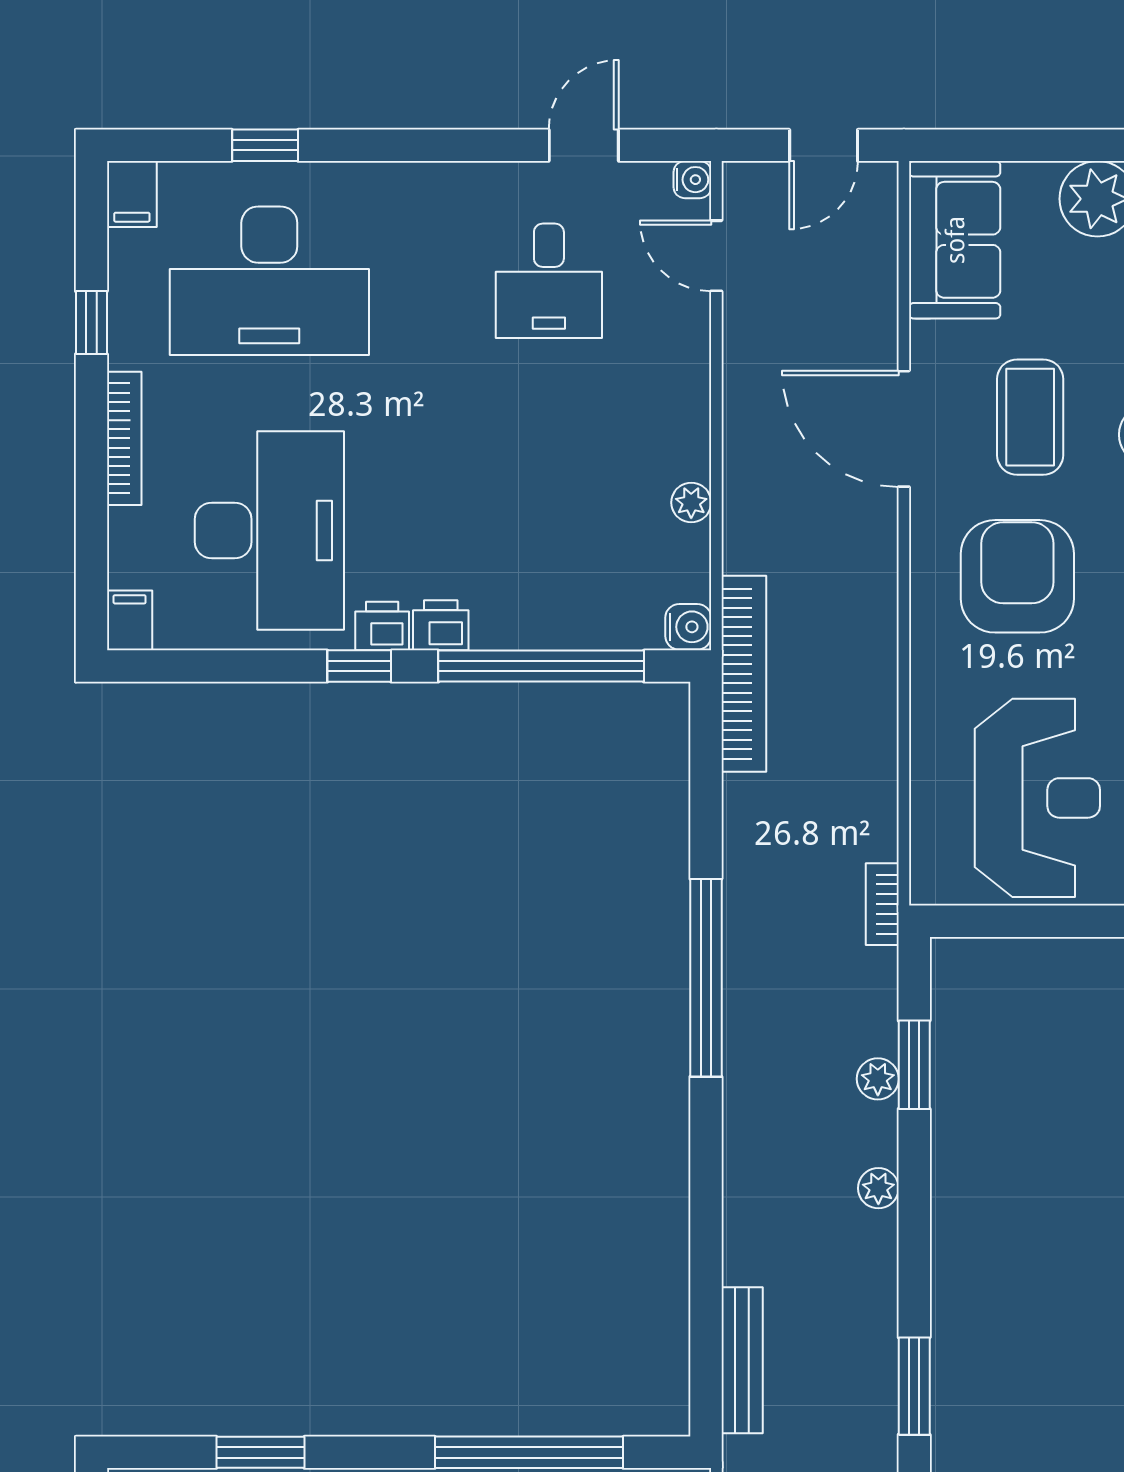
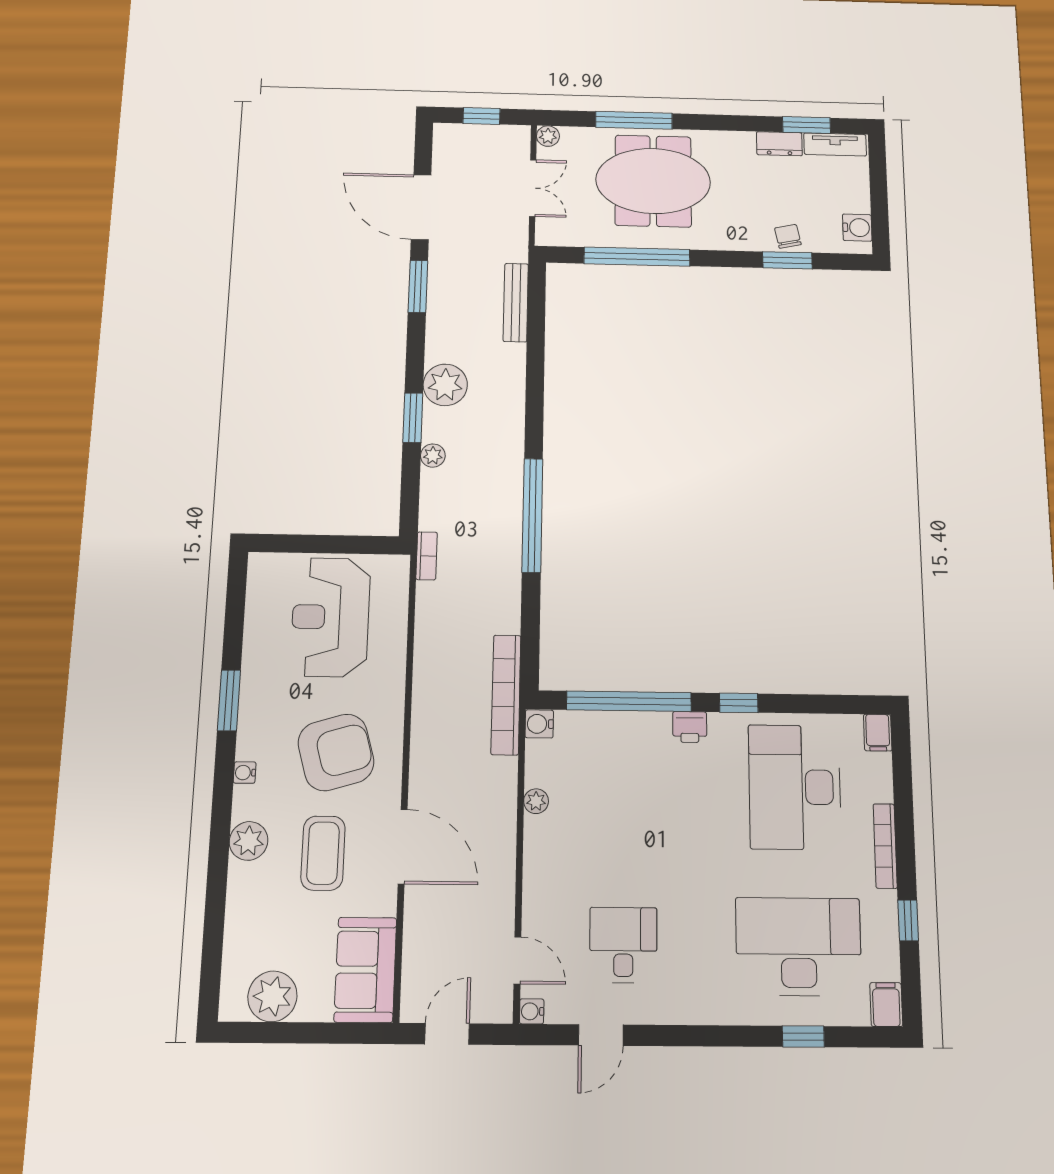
armchair: (1017, 576) -> (336, 752), turned -106
printer: (382, 626) -> (725, 727), removed
window: (914, 1065) -> (413, 418), moved
plant: (878, 1188) -> (445, 385), width x1.88, depth x1.88

